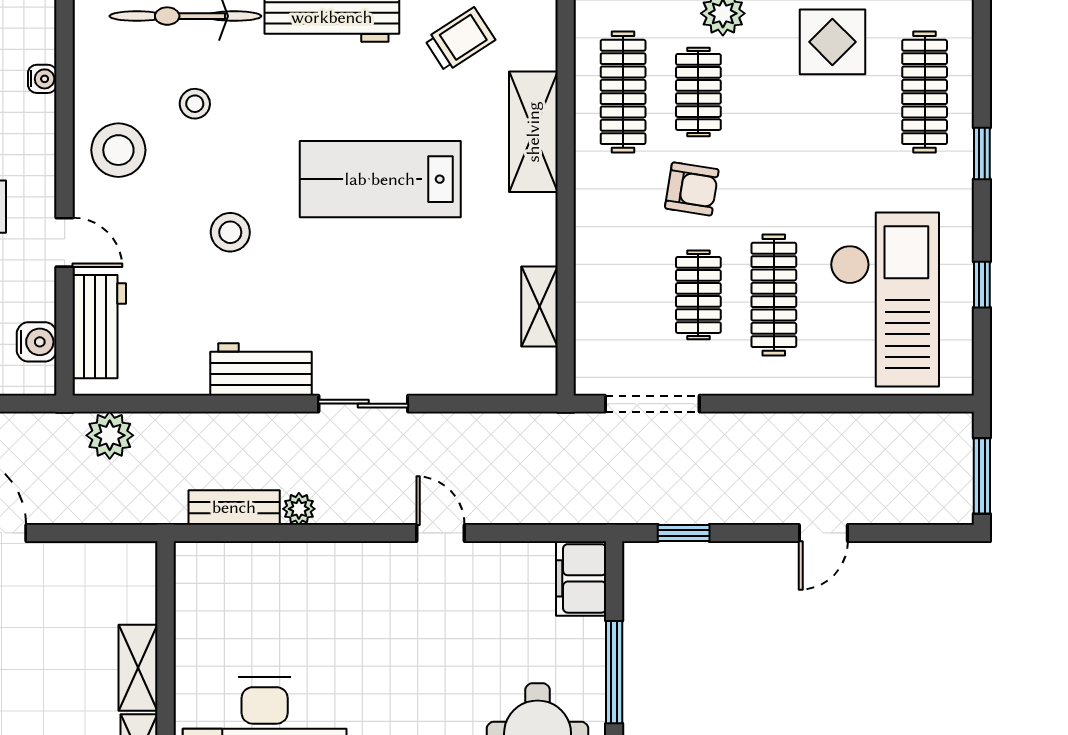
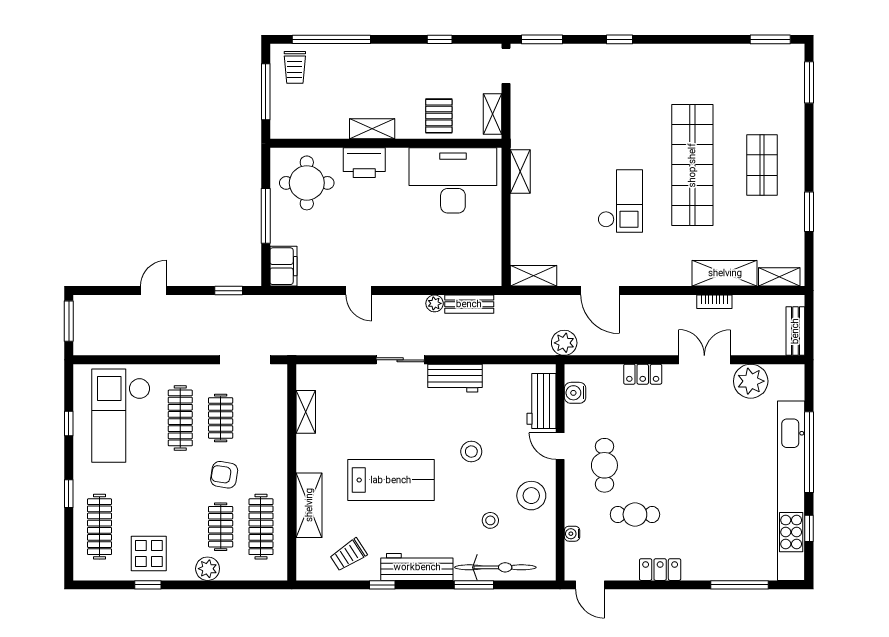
plant: (110, 435) -> (564, 343), moved
shelving: (138, 668) -> (533, 276), moved, turned 90

